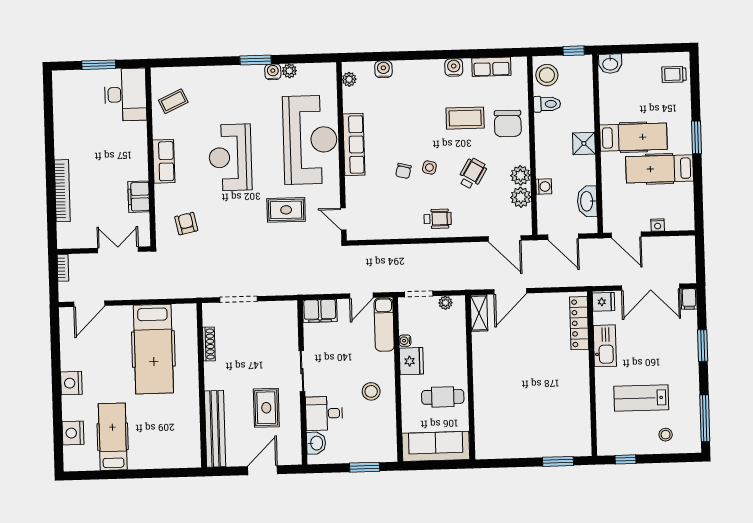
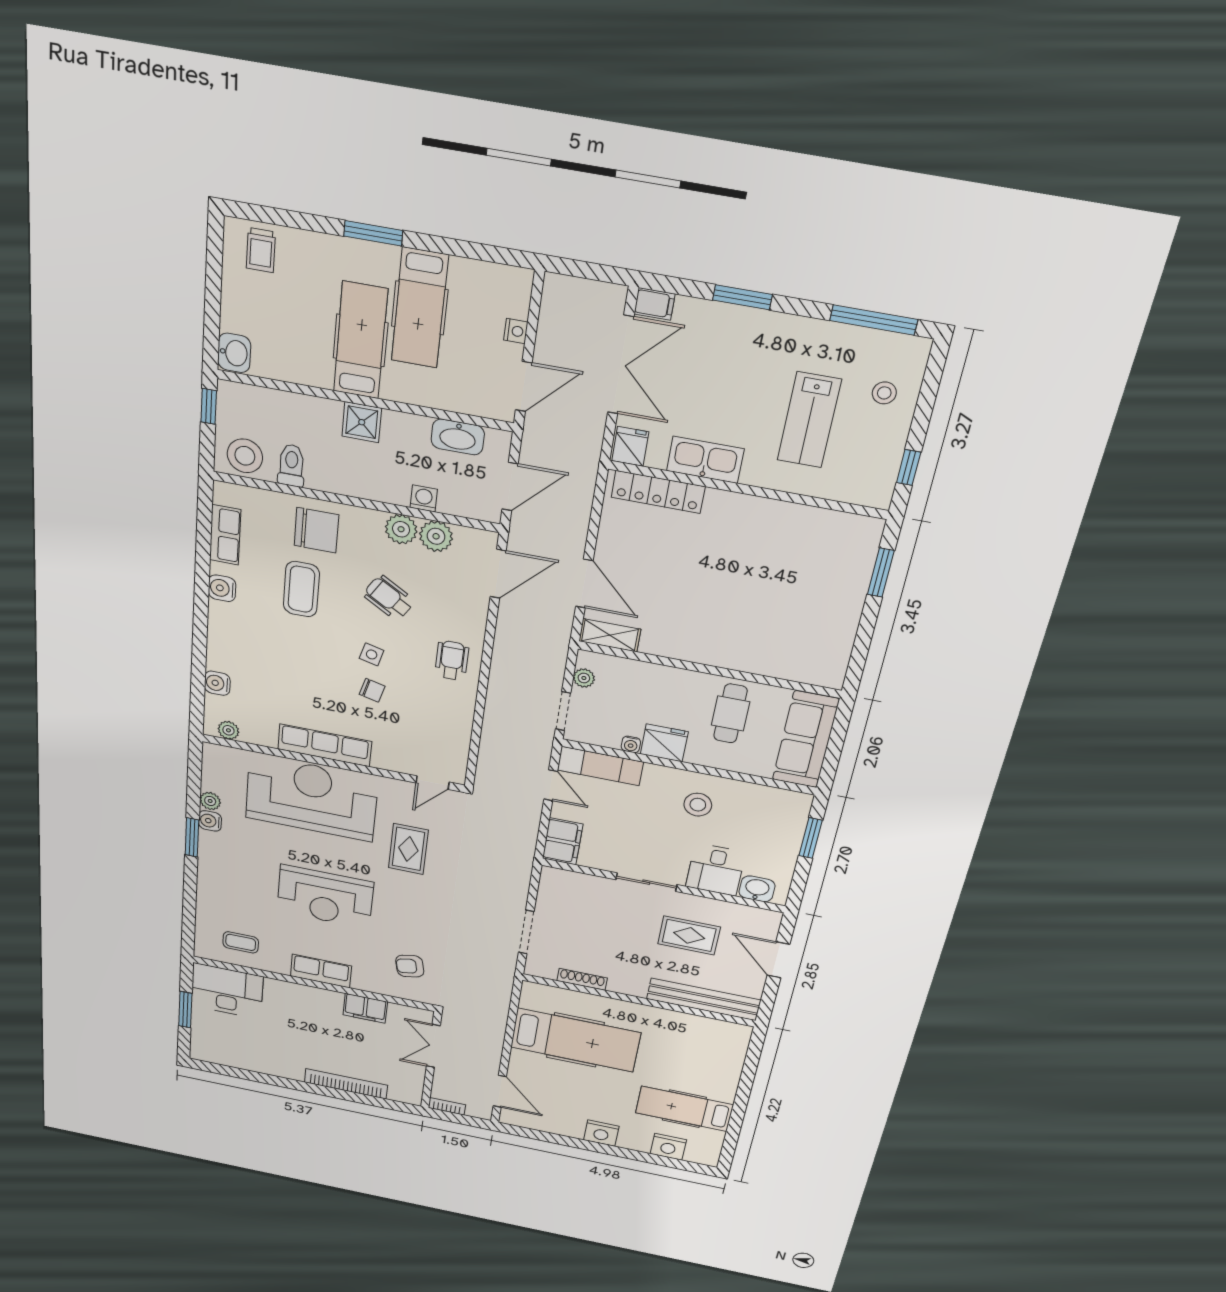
coffee table: (173, 101) -> (241, 942), turned -65

